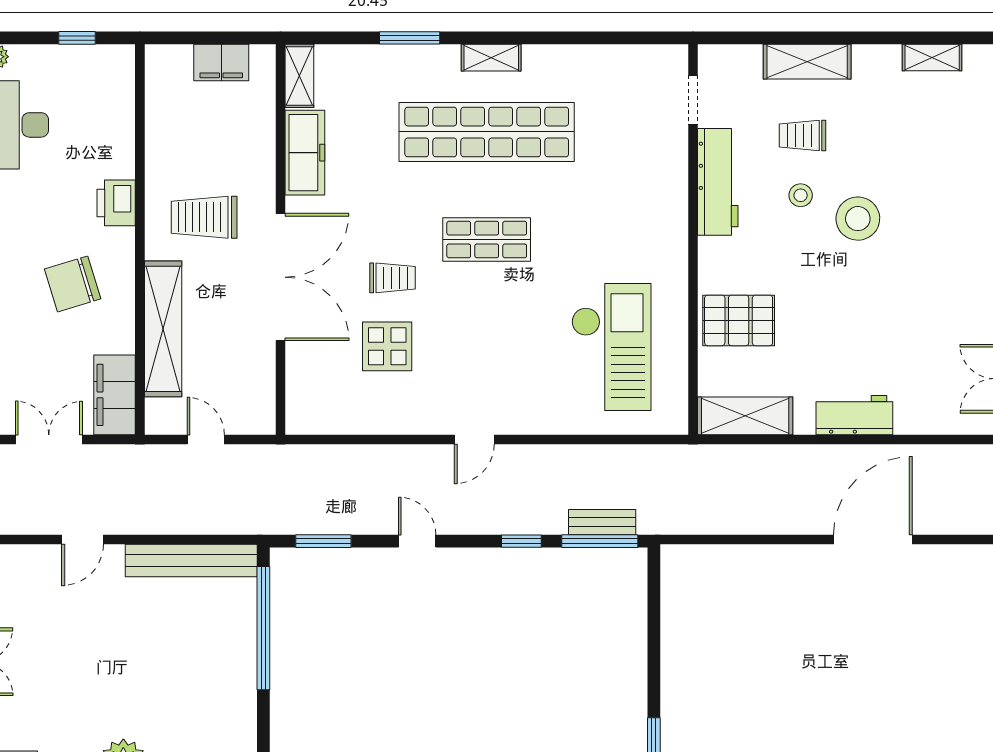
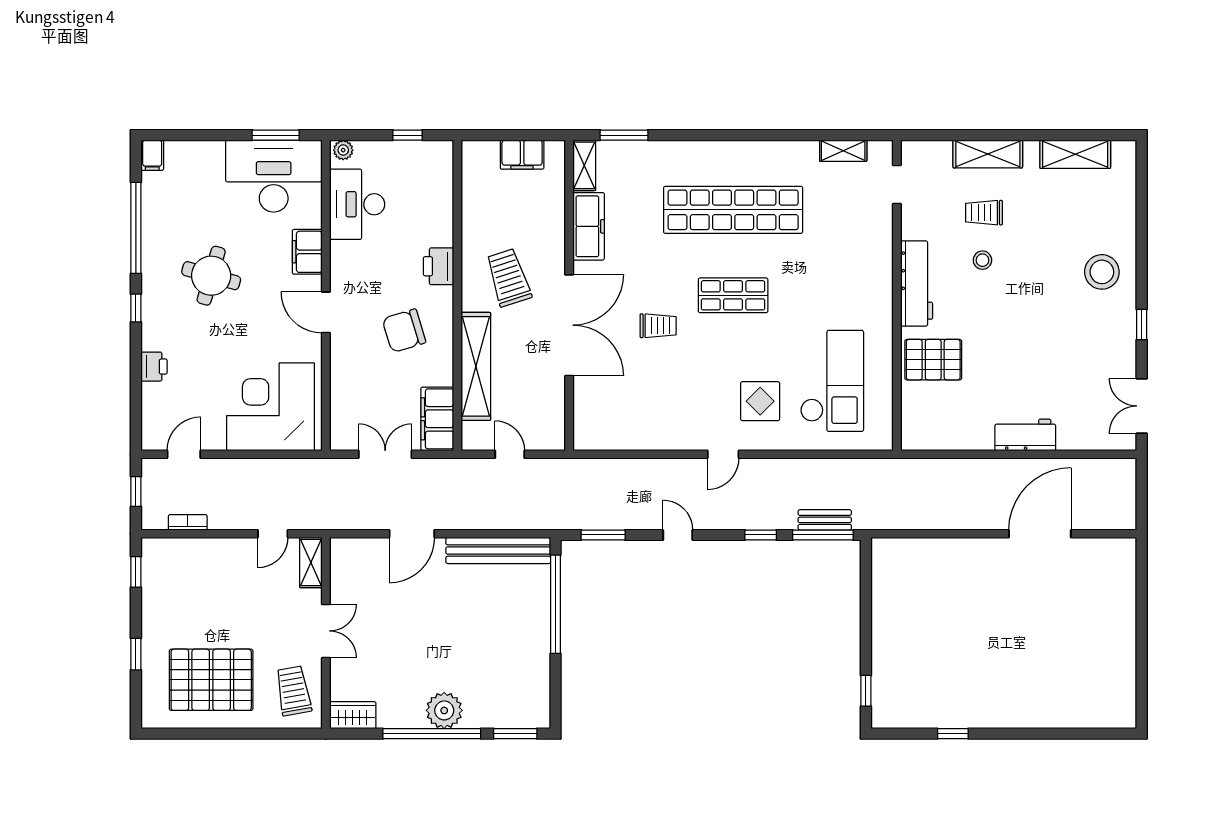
window: (410, 38) -> (624, 135), moved
shelving: (491, 58) -> (843, 151), moved
shelving: (932, 58) -> (1075, 154), width x1.50, depth x1.33
workbench: (718, 182) -> (917, 283), moved
trolley: (204, 217) -> (508, 278), turned 72
stool: (858, 219) -> (1102, 272), moved
display table: (387, 346) -> (760, 401), moved
shelving: (745, 416) -> (938, 435), removed
door: (82, 539) -> (412, 534), width x1.38

